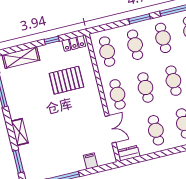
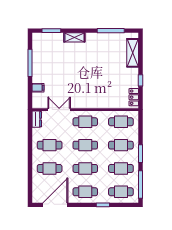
pallet: (66, 80) -> (106, 84), removed
double door: (110, 129) -> (59, 110), swing flipped

